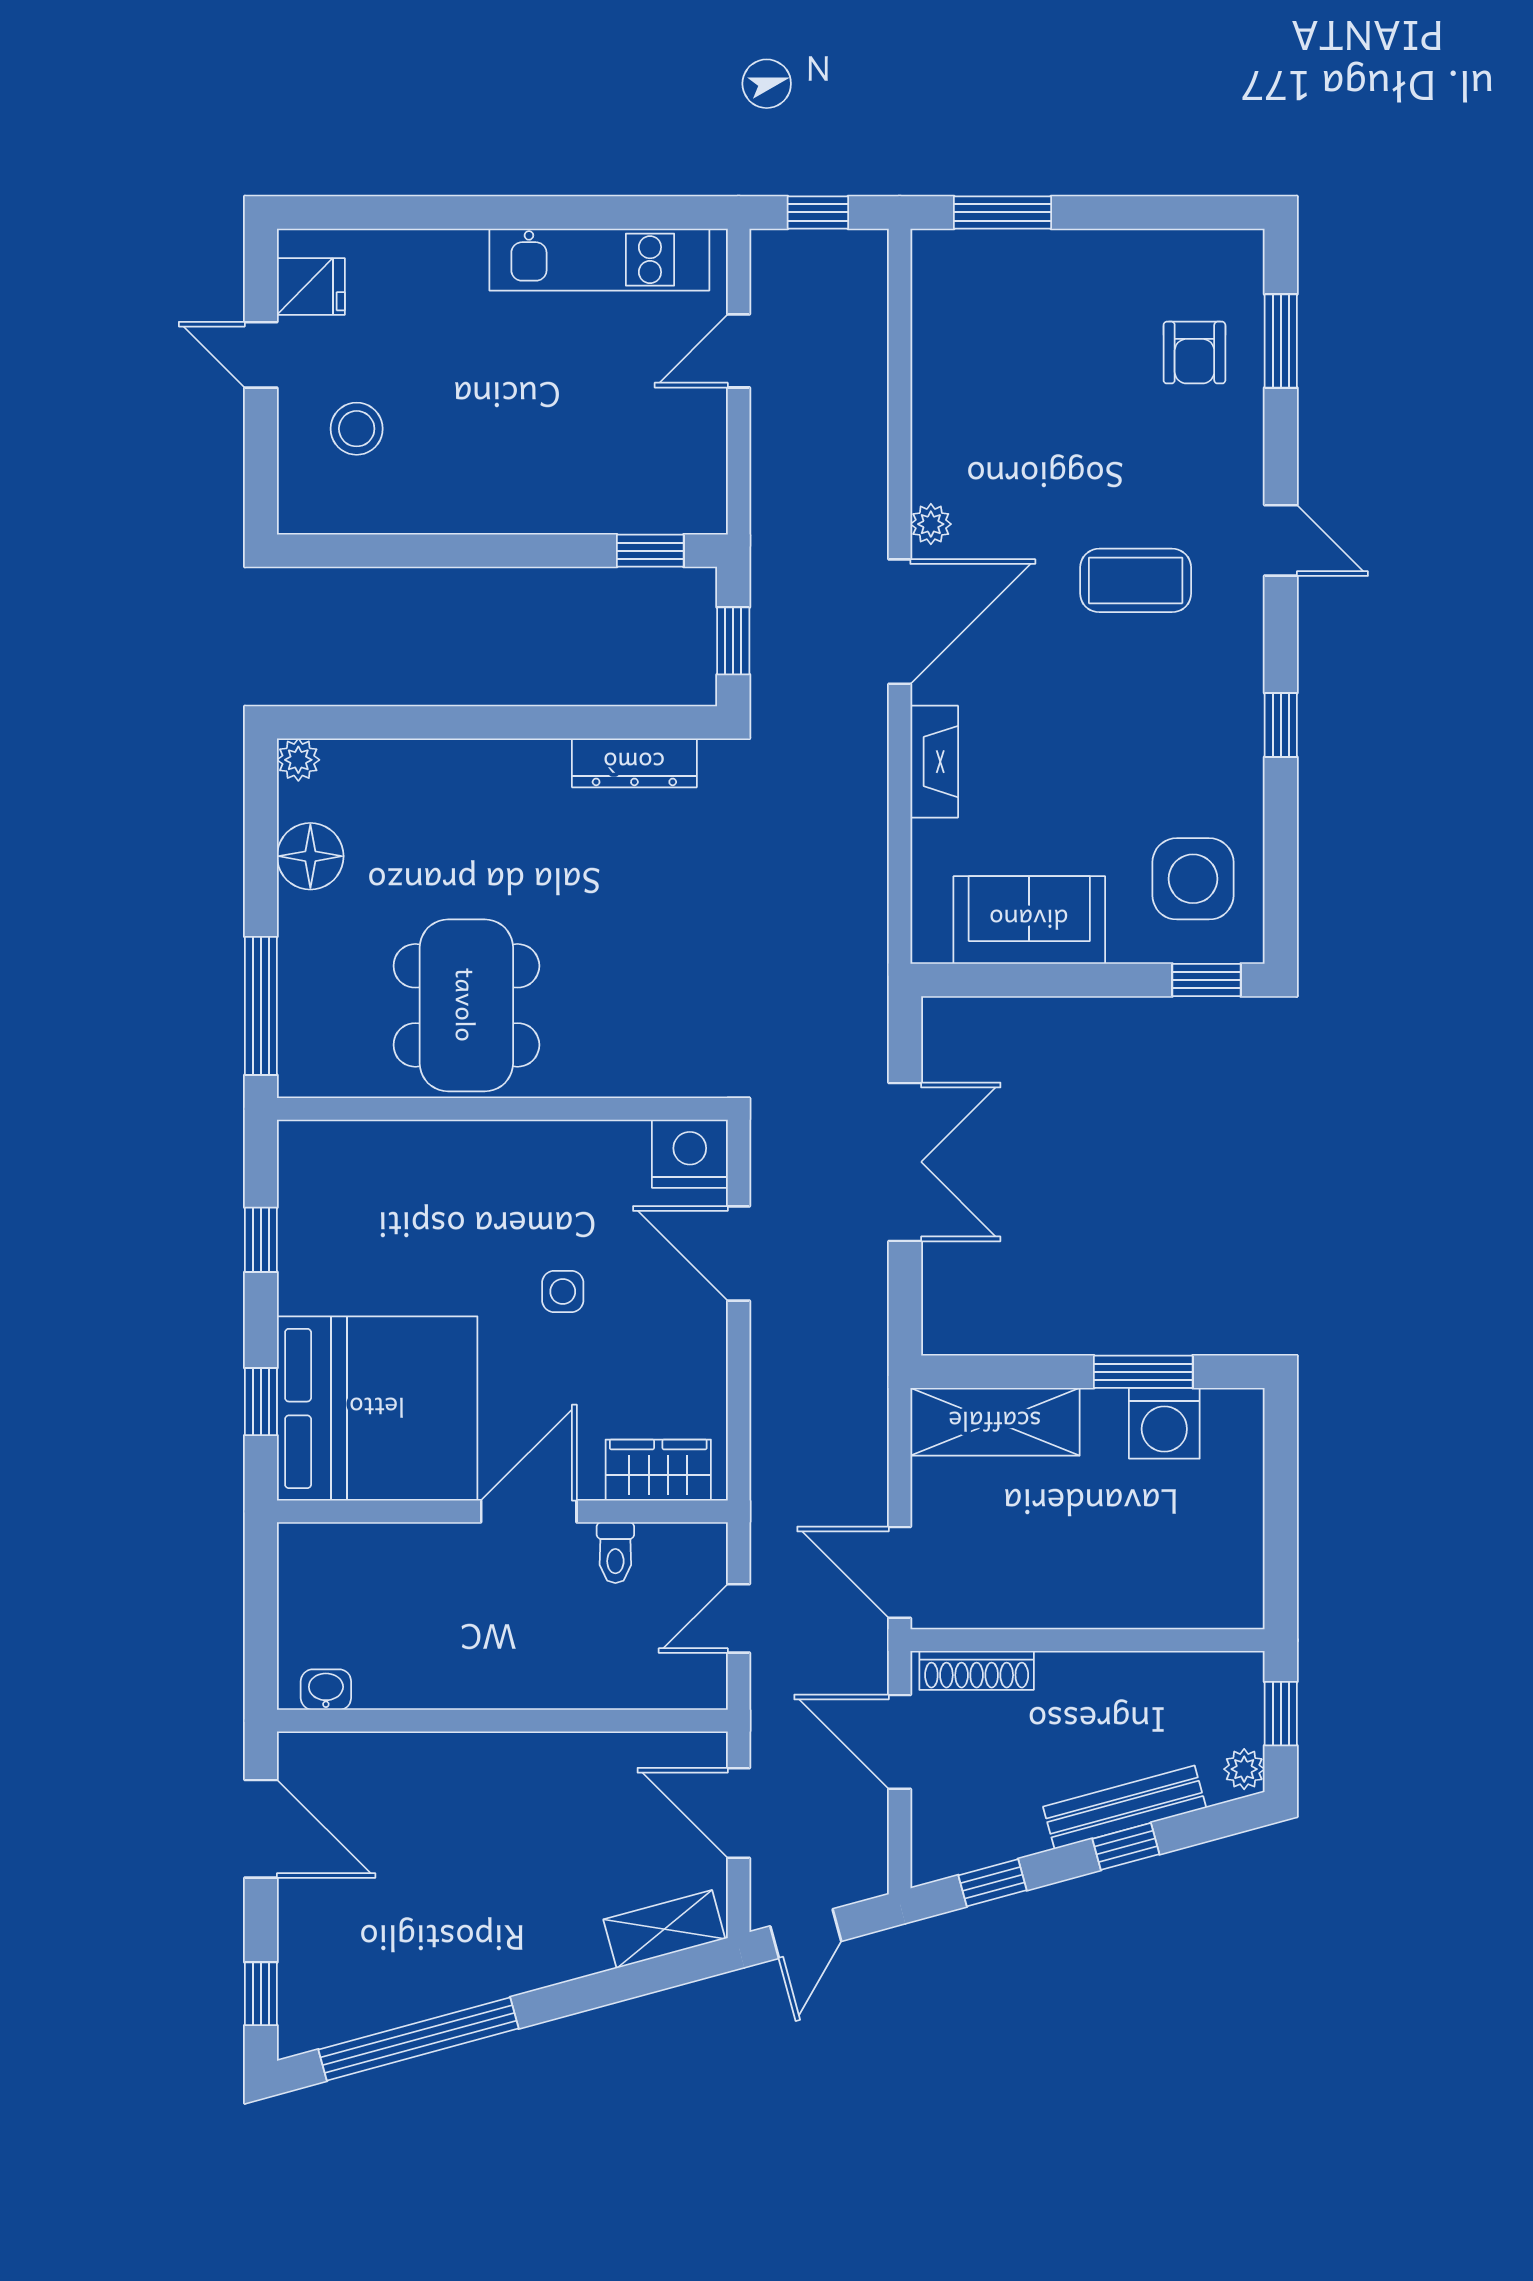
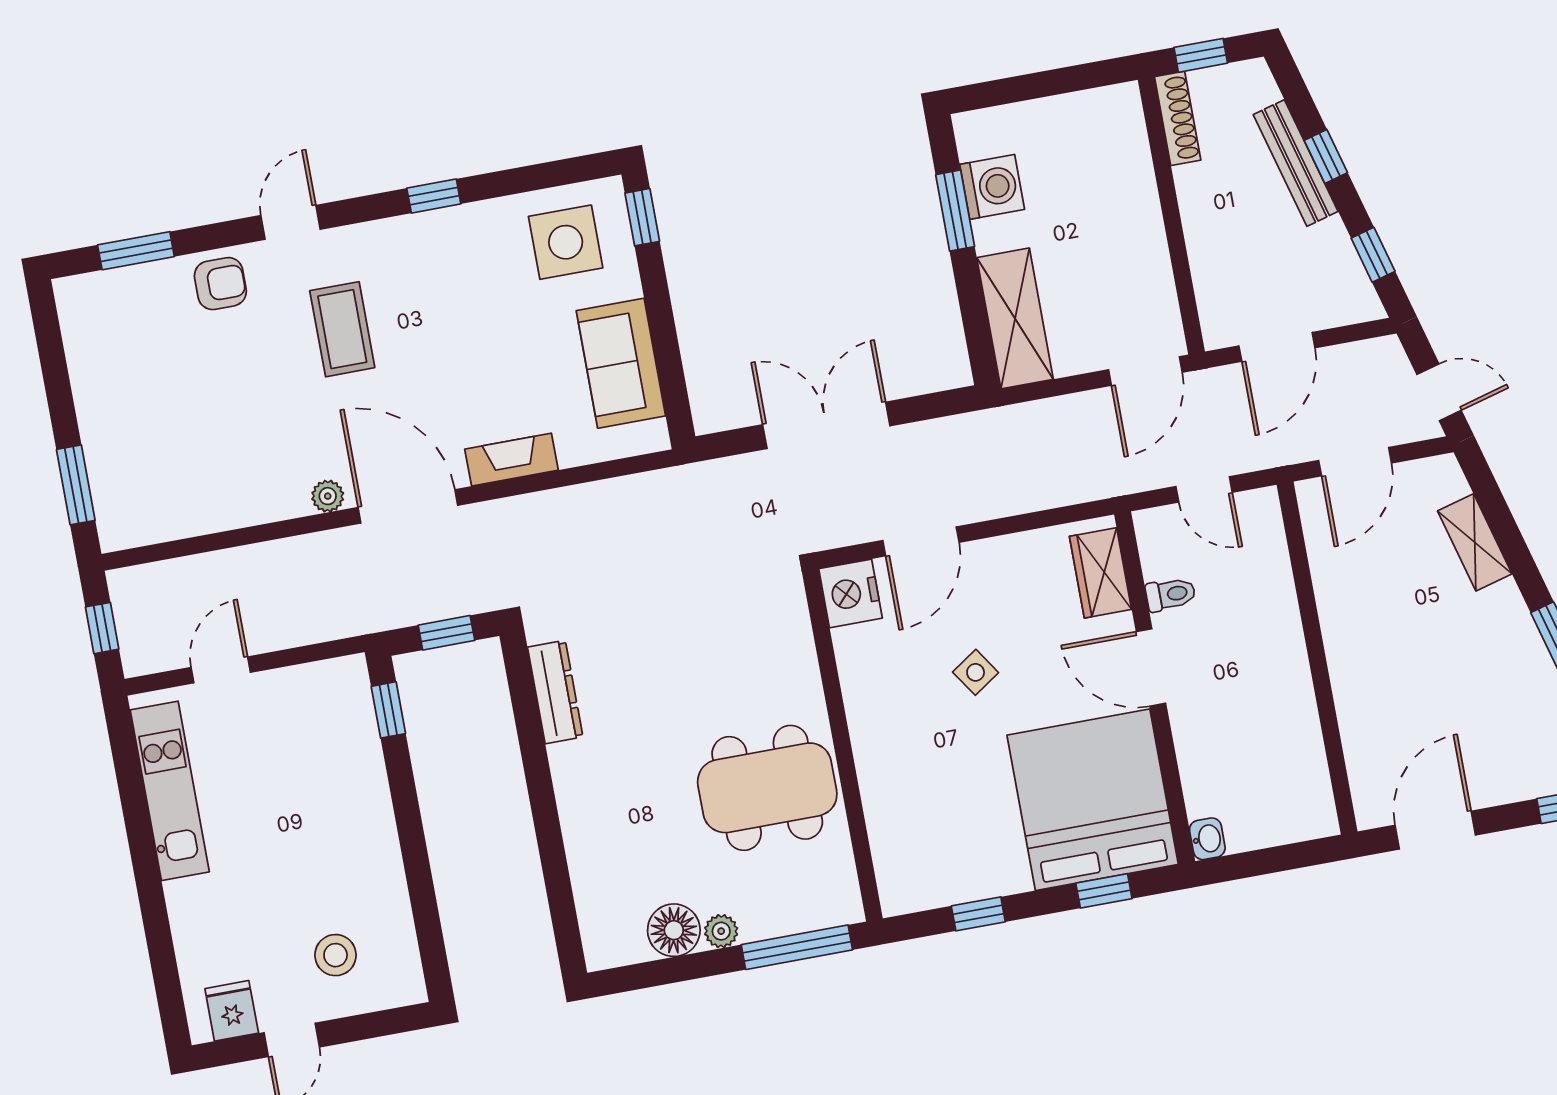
door: (739, 351) -> (221, 670), swing flipped
armchair: (1194, 353) -> (220, 284), moved
plant: (298, 760) -> (721, 931), moved
side table: (563, 1292) -> (976, 672), turned -34
shoe rack: (977, 1670) -> (1178, 118), moved
washbasin: (326, 1690) -> (1207, 839), moved, turned 180
plant: (1244, 1769) -> (1249, 76), removed
shelving: (664, 1929) -> (1475, 542), moved

